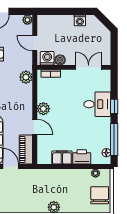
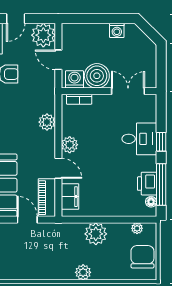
plant: (27, 20) -> (43, 35), width x1.88, depth x1.88
boiler: (60, 60) -> (97, 76), width x1.86, depth x1.86
plant: (26, 77) -> (47, 122), moved
printer: (82, 157) -> (147, 184), moved, turned -90
filing cabinet: (62, 158) -> (70, 197), moved, turned 90
plant: (64, 177) -> (96, 234), added

